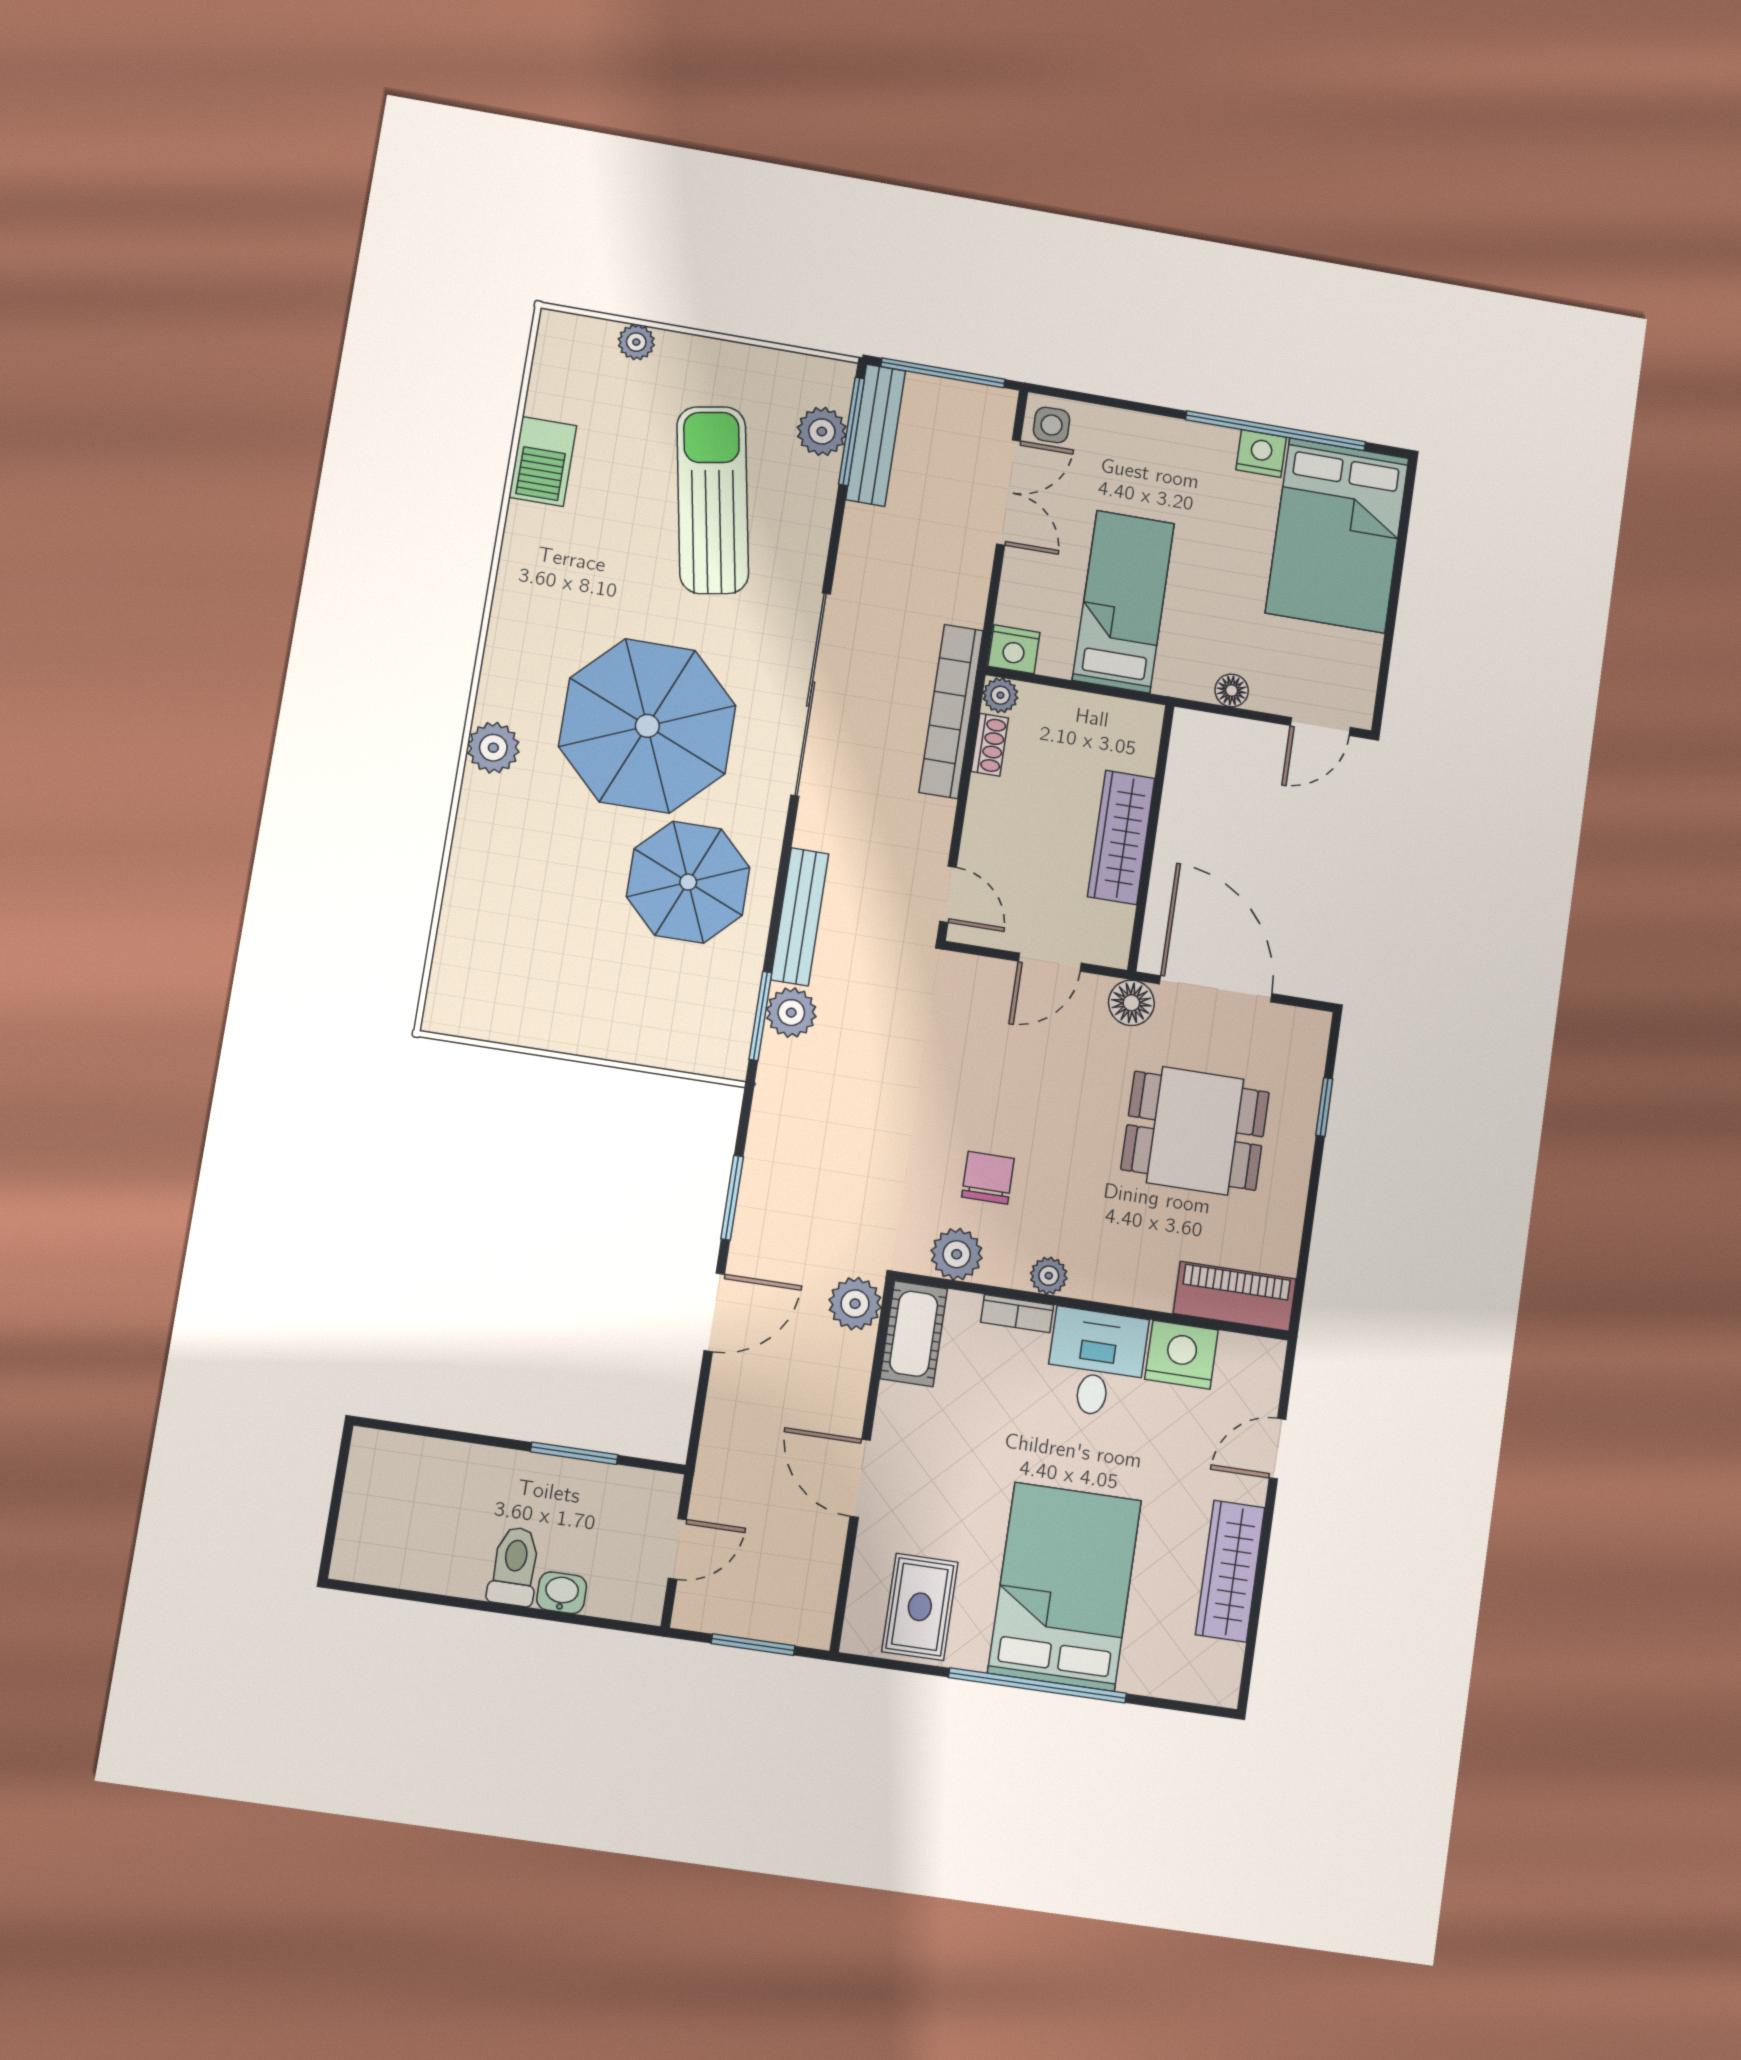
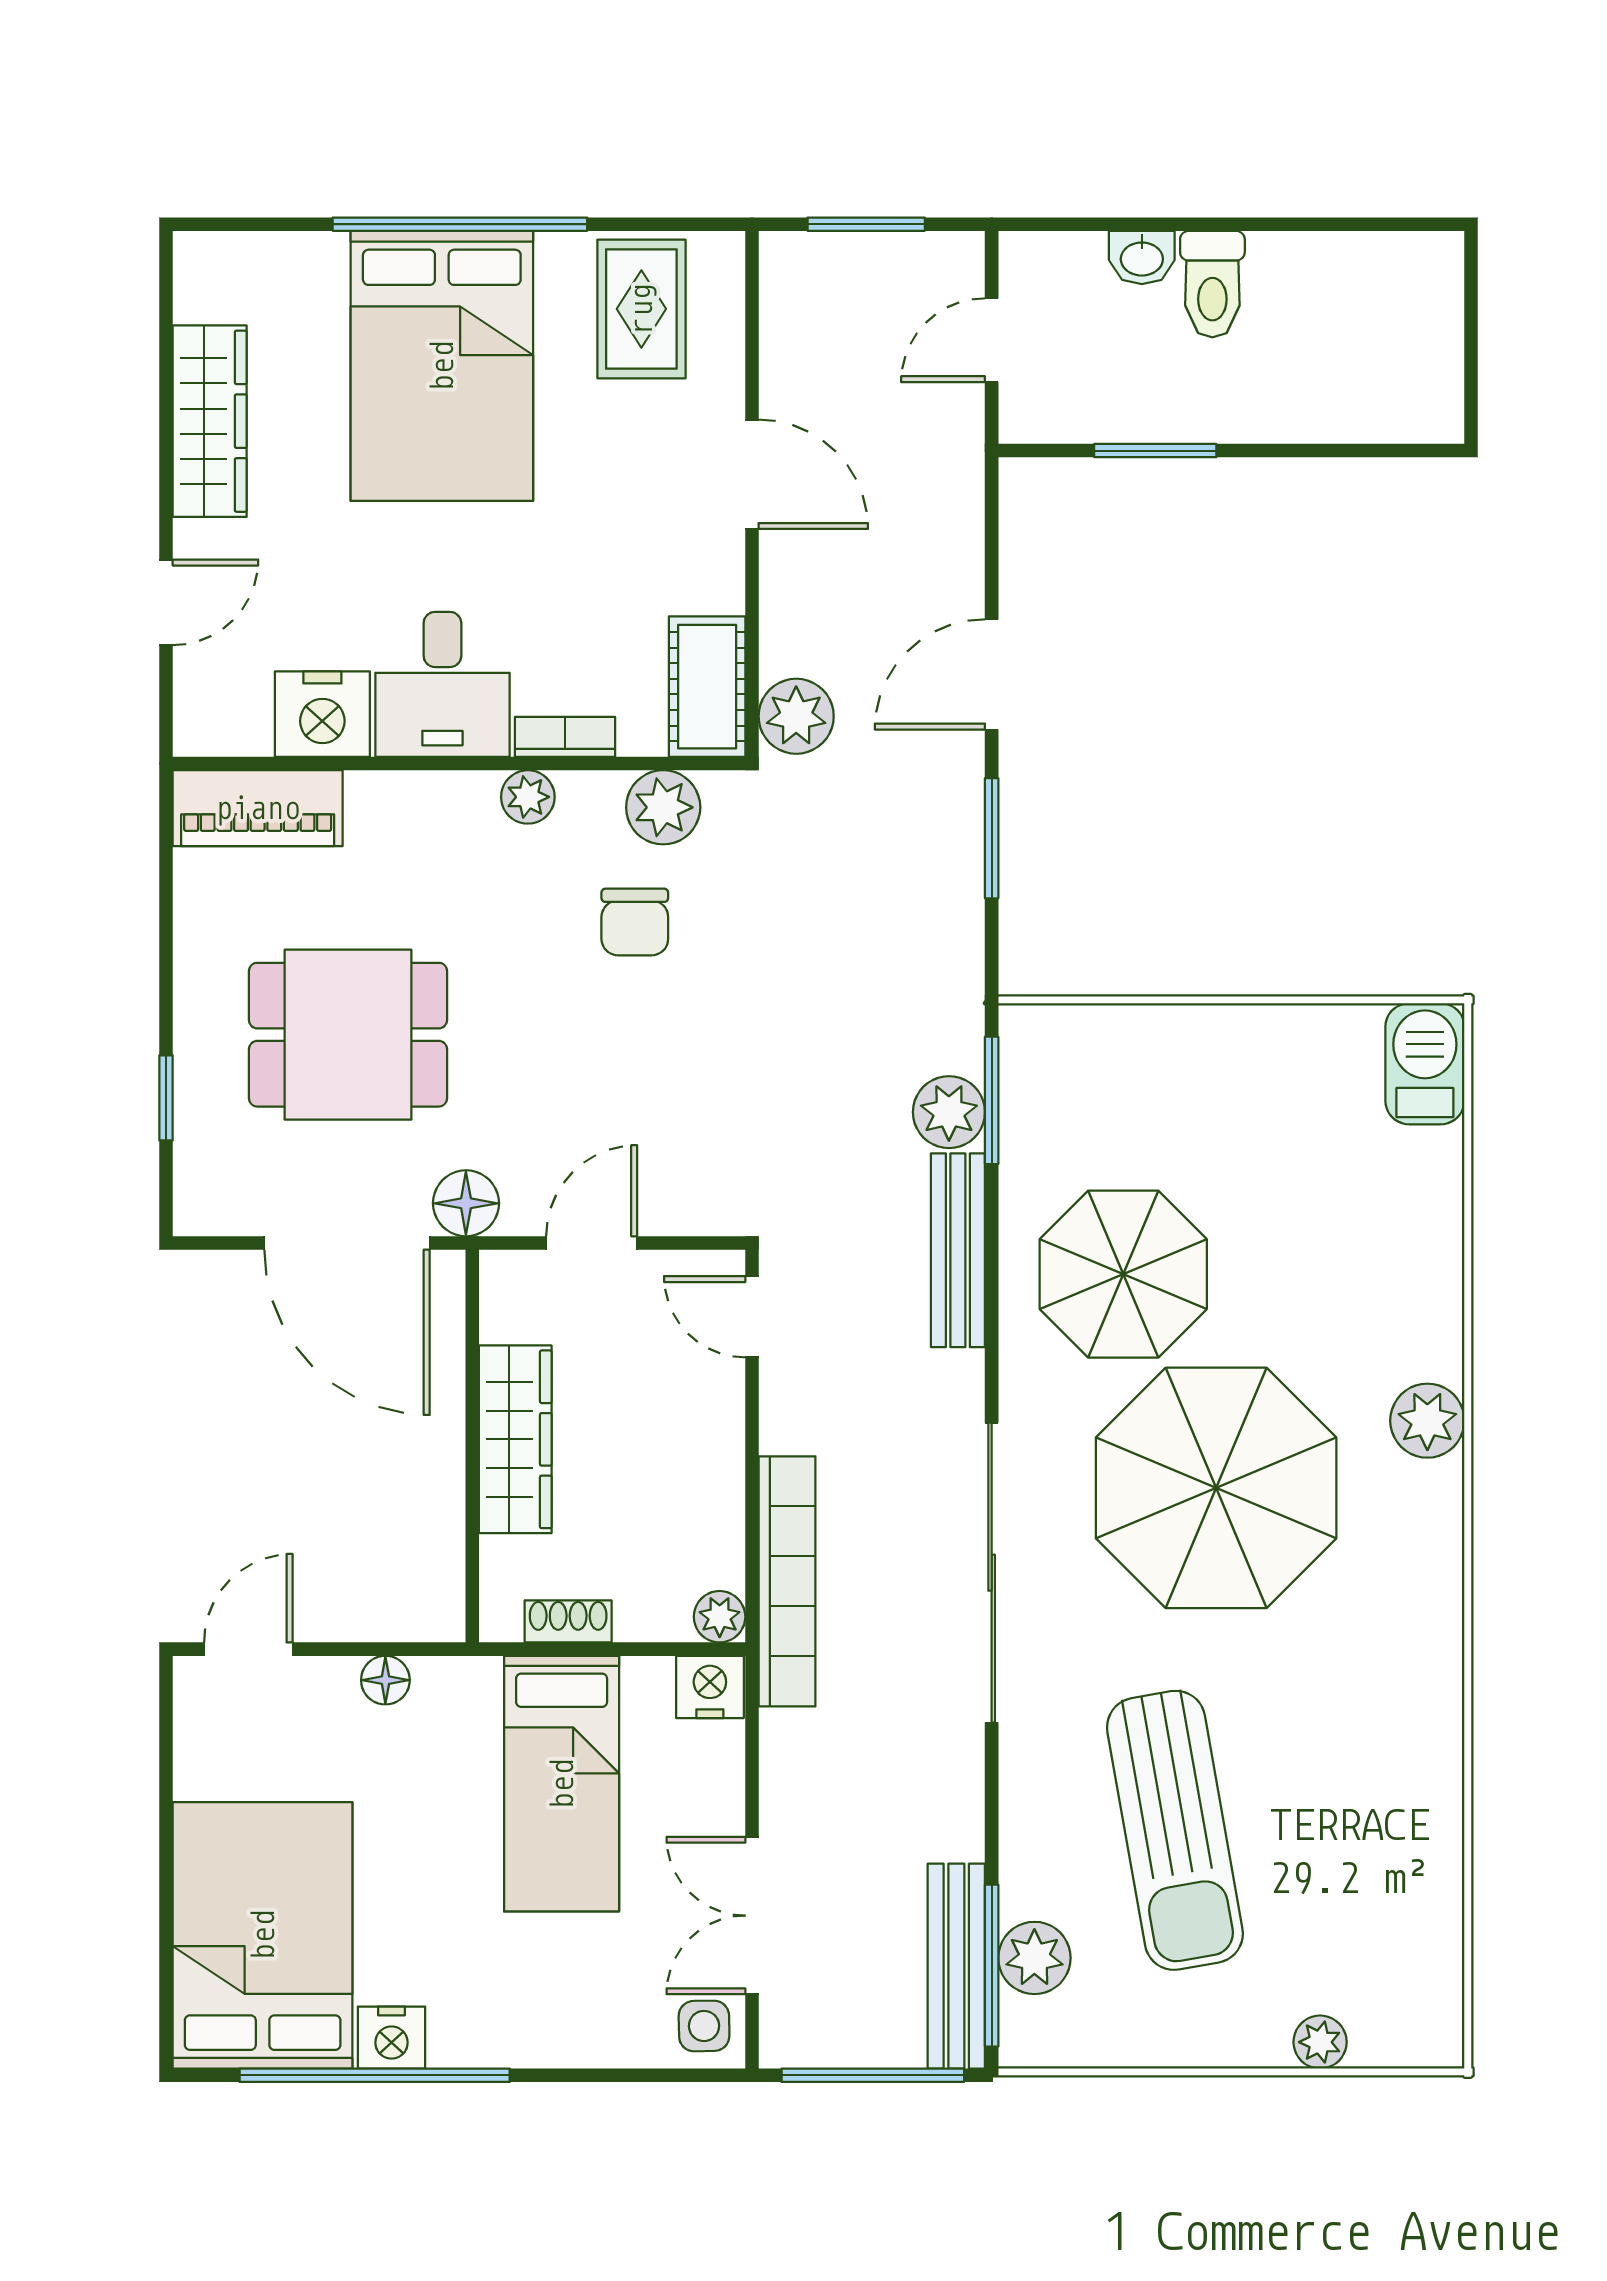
barbecue: (543, 462) -> (1425, 1064), moved
shoe rack: (990, 745) -> (568, 1621), moved, turned 90

